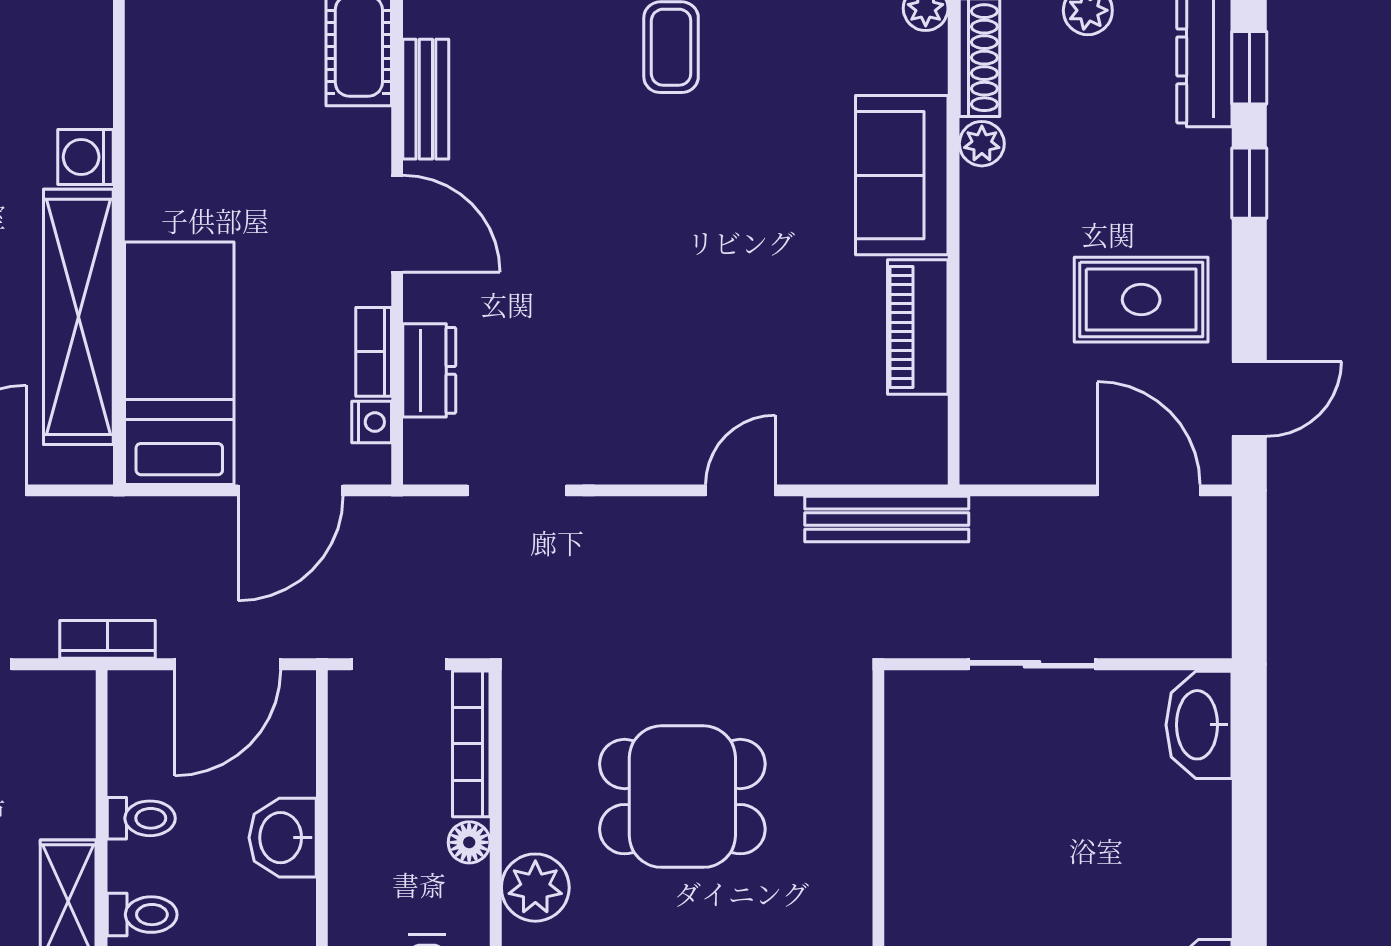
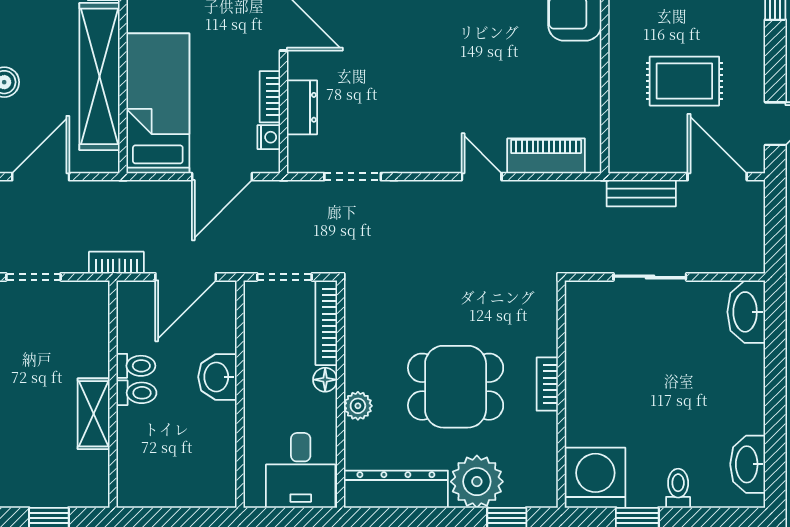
rug: (1141, 300) -> (684, 81), moved
piano: (918, 327) -> (546, 156), moved, turned 90
door: (740, 490) -> (482, 177), hinge flipped
bench: (887, 519) -> (641, 193), moved, width x0.73
dining table: (682, 797) -> (456, 387), moved
bookcase: (854, 850) -> (547, 384), added
plant: (535, 888) -> (358, 406), width x0.73, depth x0.73
toilet: (142, 915) -> (136, 393), moved

